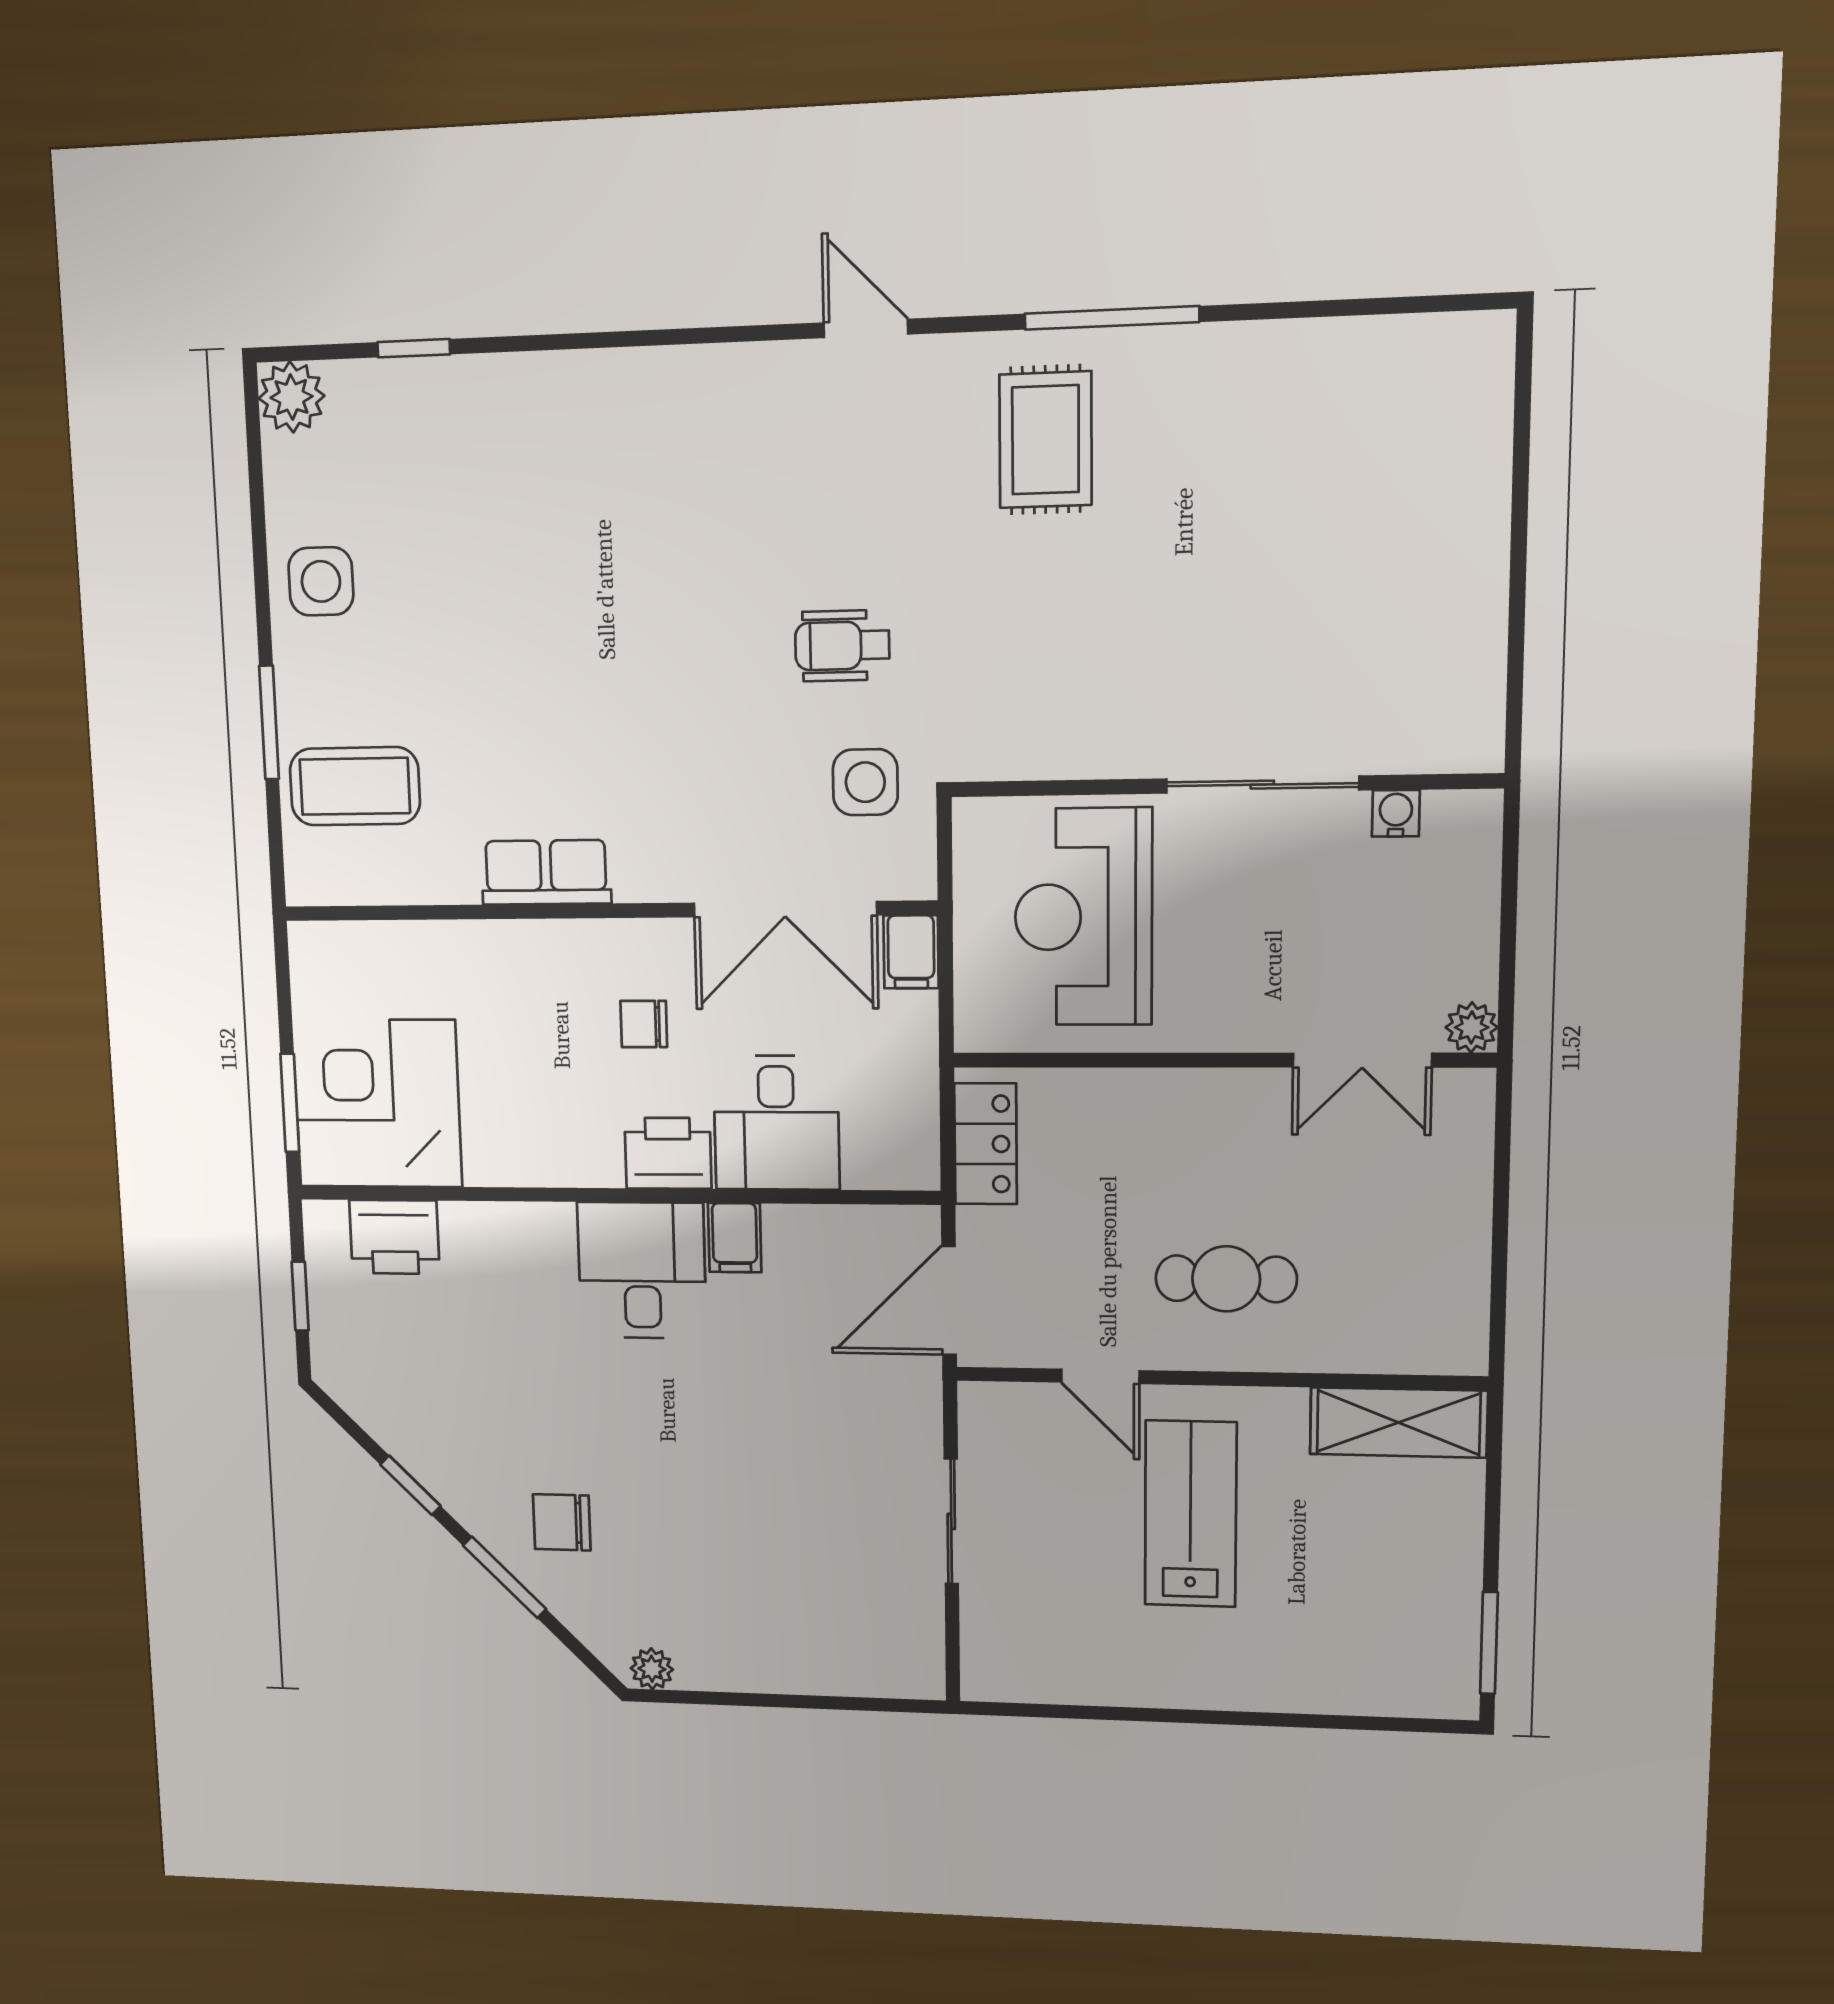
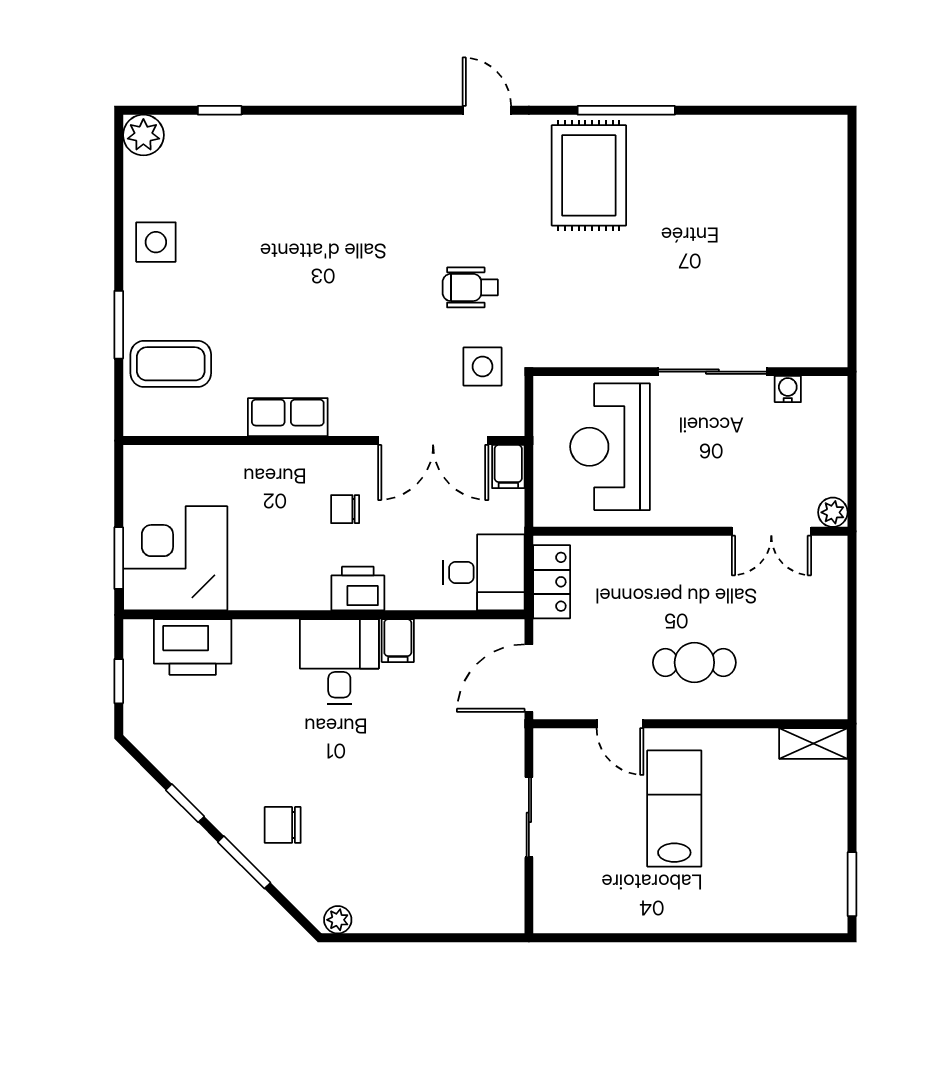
rug: (1045, 440) -> (589, 175), width x1.36, depth x1.43
desk: (776, 1123) -> (484, 572), moved, turned -90
printer: (394, 1237) -> (193, 647), width x1.37, depth x1.19
shelving: (1398, 1422) -> (813, 743), width x0.67, depth x0.75

